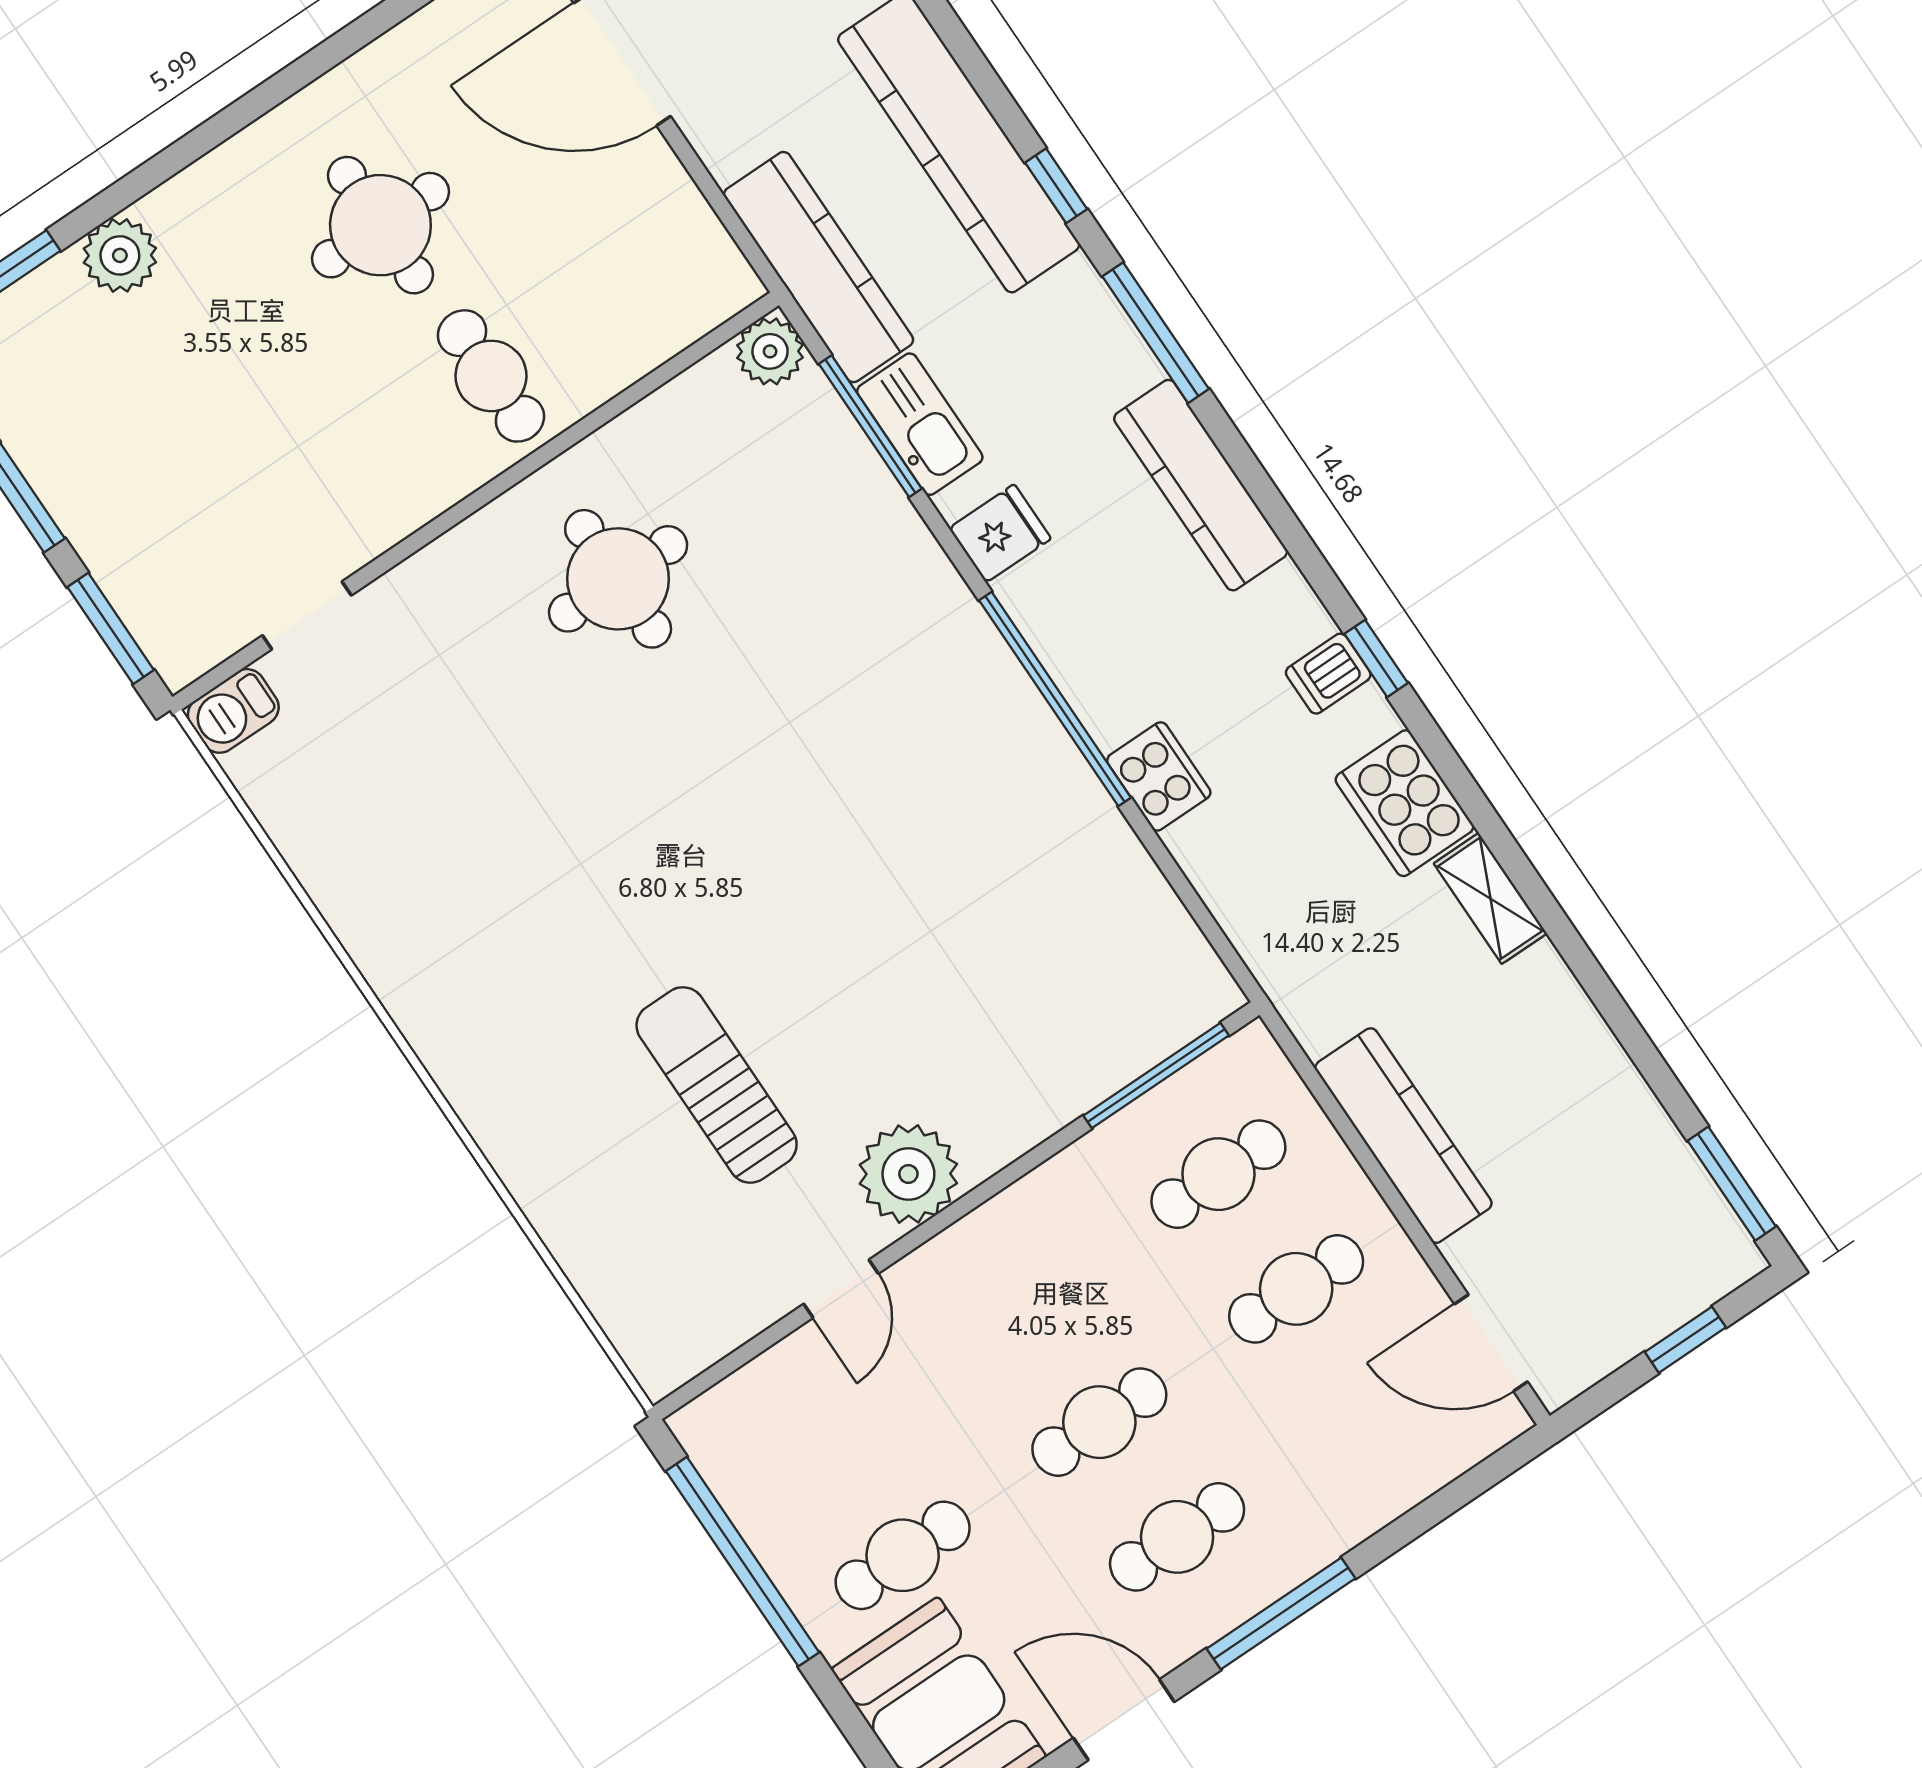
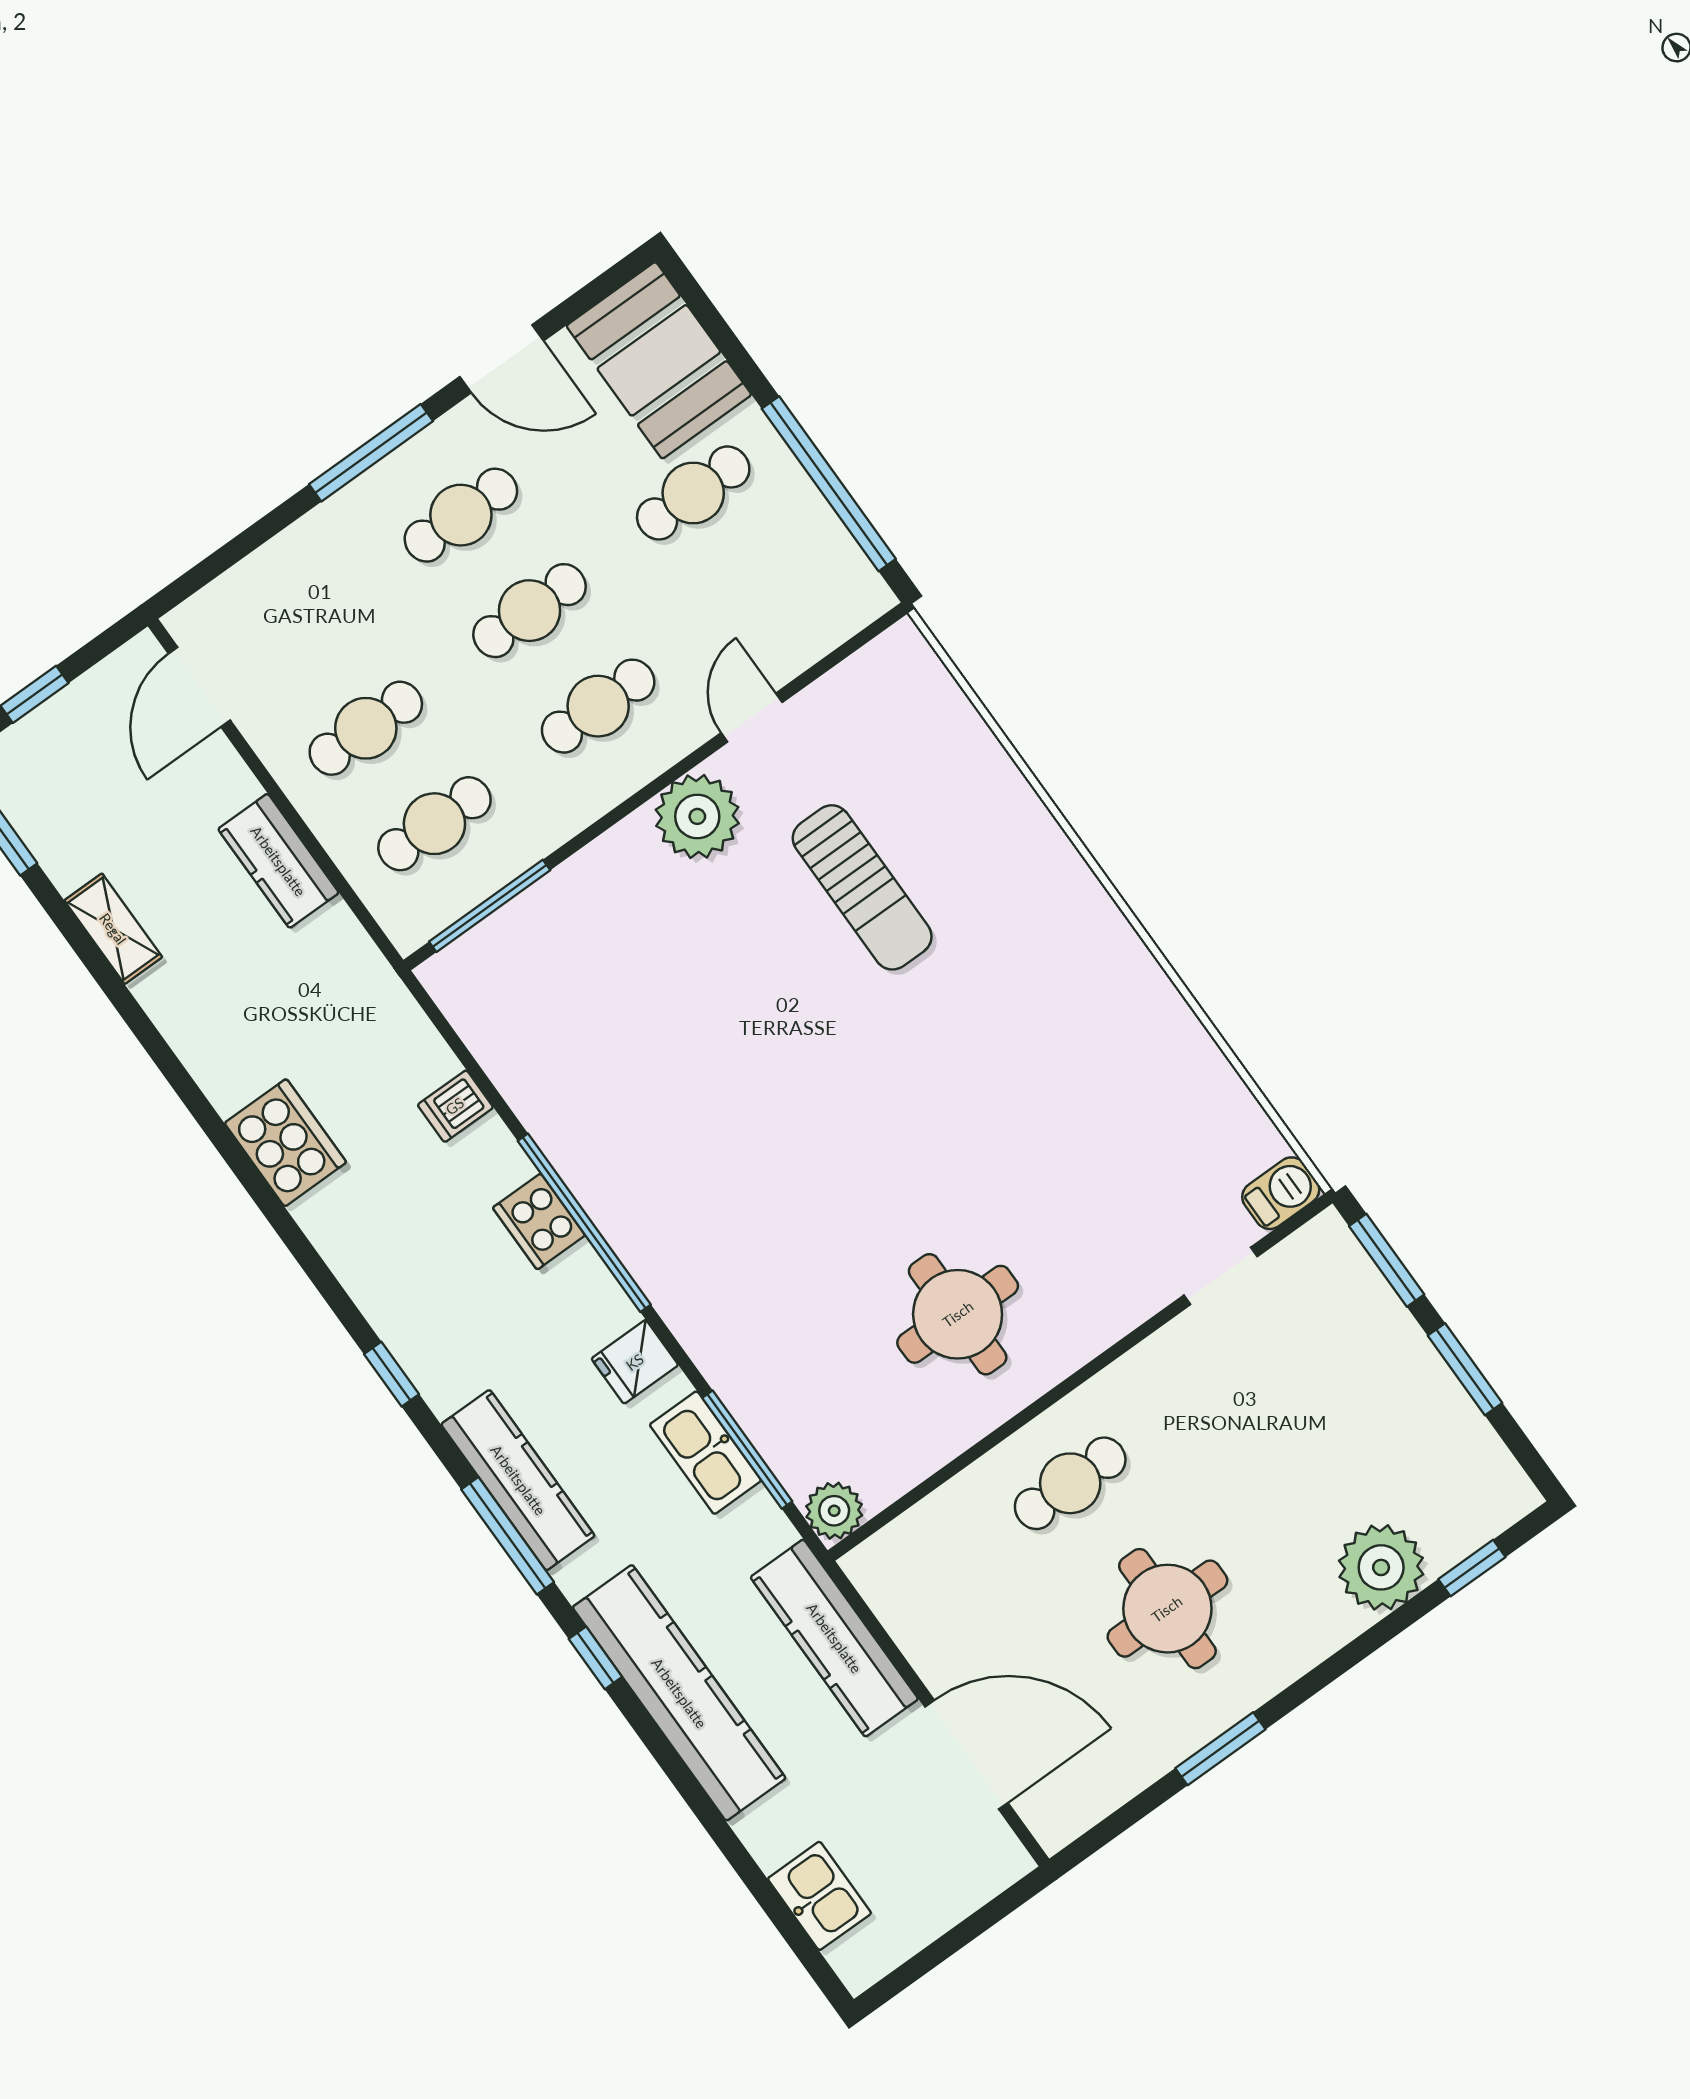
window: (323, 58) -> (1220, 1749), added
plant: (120, 255) -> (1381, 1567), width x1.36, depth x1.36
kitchen counter: (819, 267) -> (834, 1638), moved
cafe table: (491, 376) -> (1070, 1483), turned 90
kitchen counter: (1201, 485) -> (518, 1480), moved
window: (1376, 658) -> (391, 1374), moved
dishwasher: (1328, 674) -> (455, 1106), moved, turned 180
cooker: (1159, 776) -> (539, 1222), moved
shelving: (1490, 898) -> (113, 929), moved
kitchen counter: (1403, 1136) -> (278, 861), width x0.67
cafe table: (1022, 1307) -> (598, 706), added
door: (1491, 1343) -> (199, 687), swing flipped

